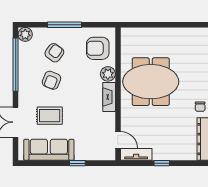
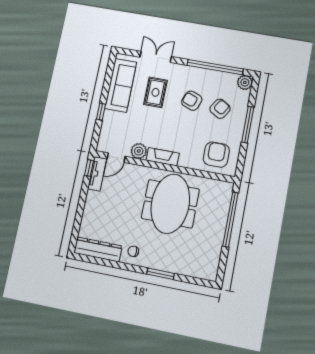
window: (154, 25) -> (231, 219), added
armchair: (54, 53) -> (220, 109), turned -94
plant: (108, 74) -> (139, 151), moved
window: (162, 163) -> (89, 168), moved

